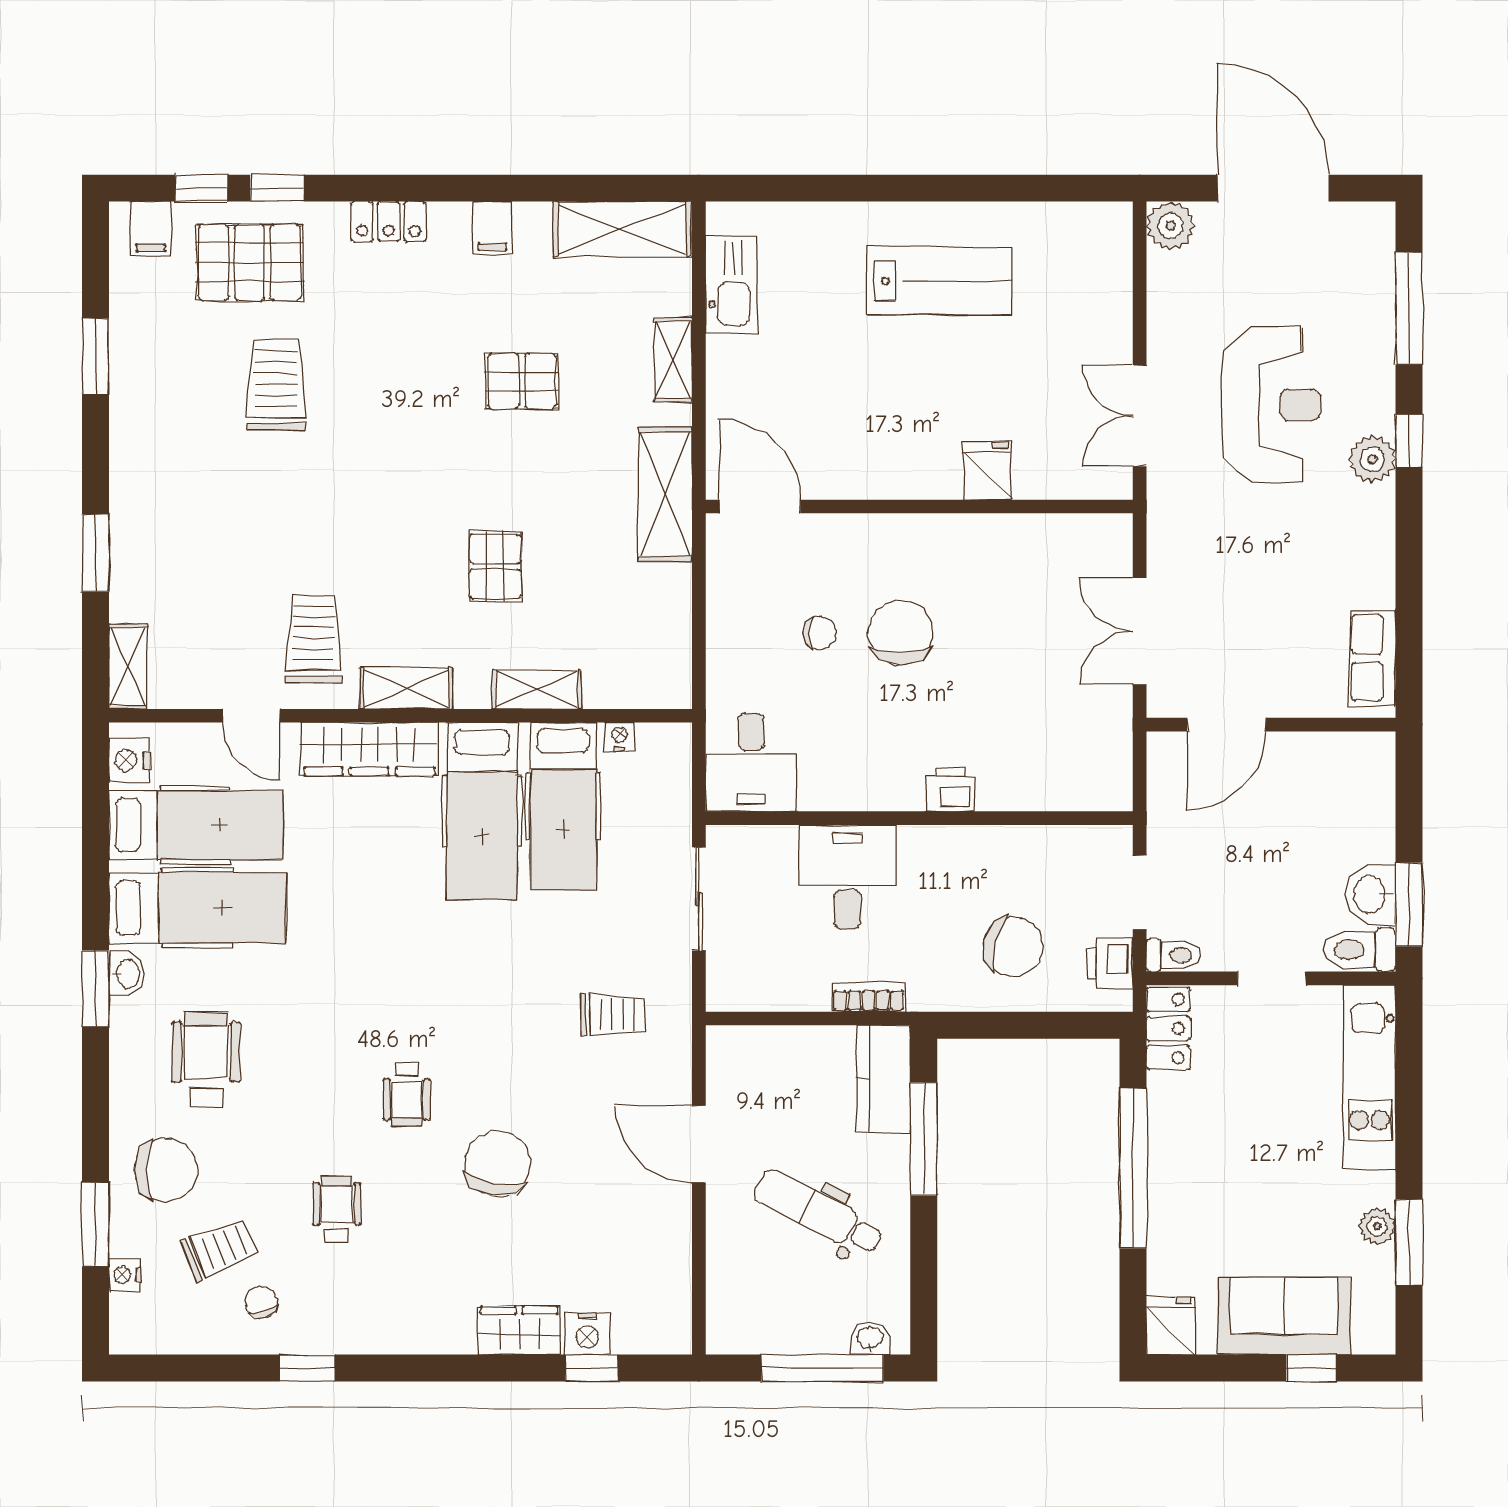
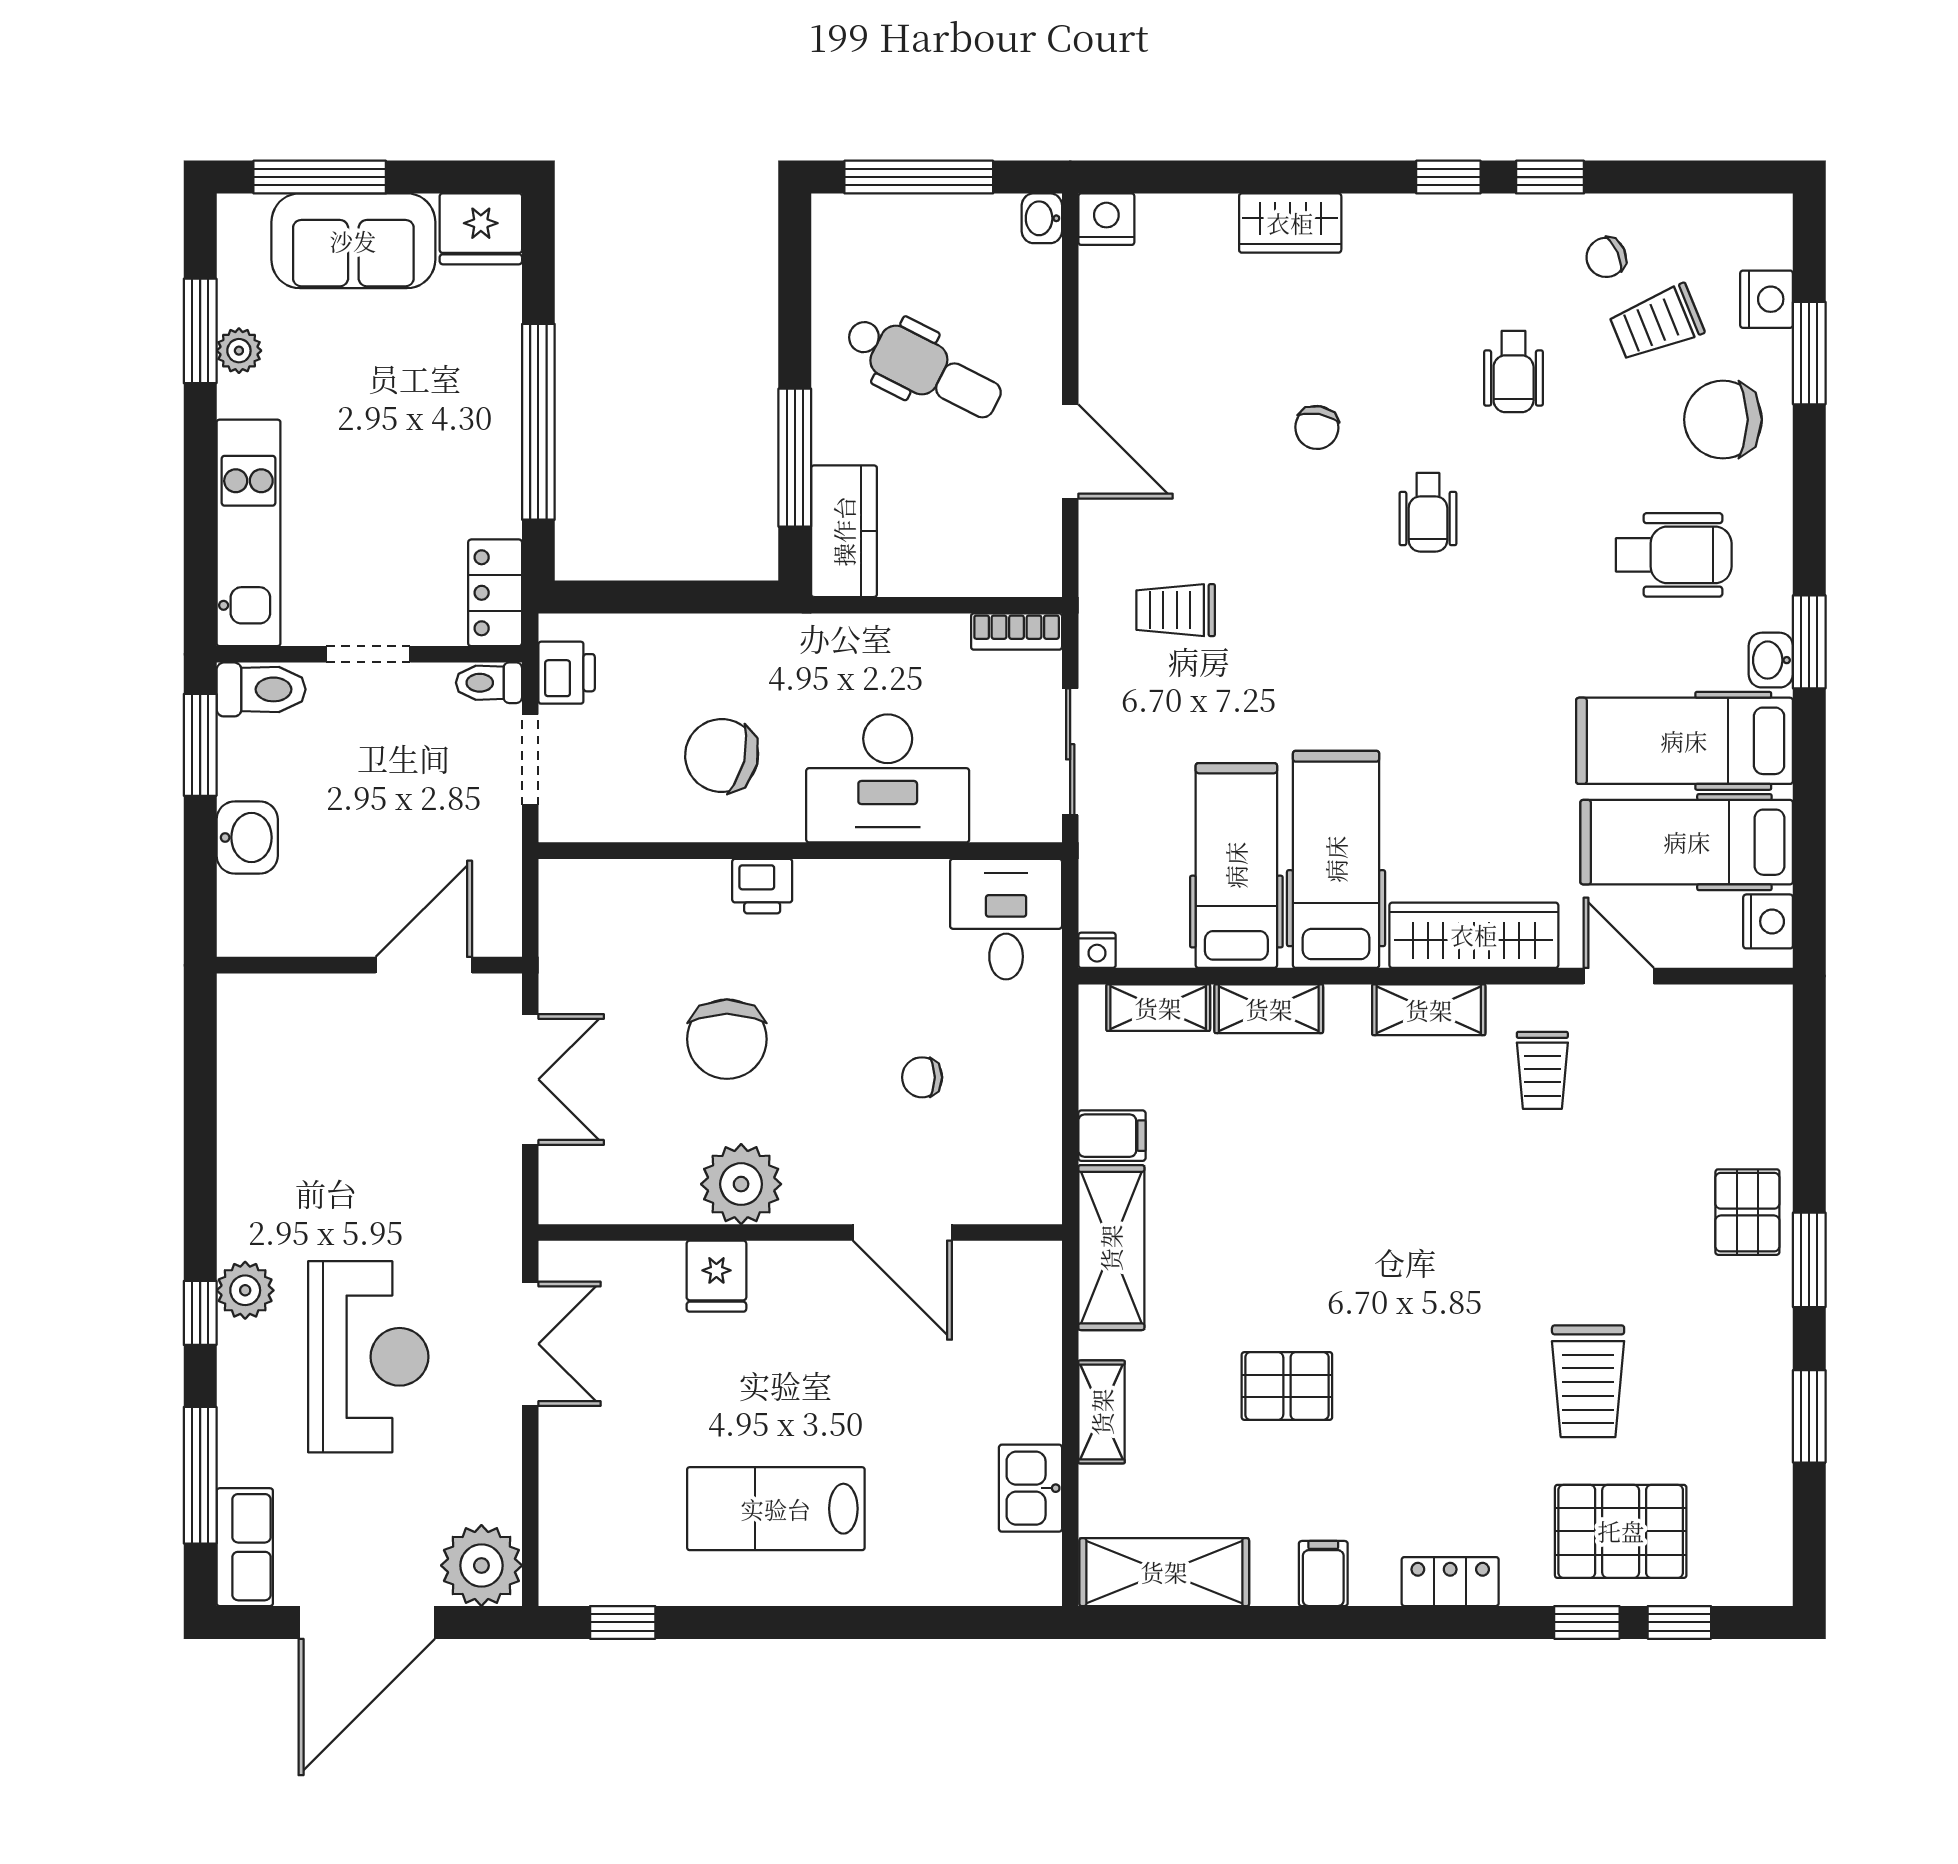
window: (1064, 188) -> (623, 1622), added
door: (1273, 188) -> (367, 1622), hinge flipped
plant: (1171, 226) -> (481, 1565), width x1.36, depth x1.36
filing cabinet: (151, 229) -> (1112, 1136), moved, turned 90
kitchen sink: (731, 284) -> (1030, 1488), width x0.73
reception desk: (1272, 405) -> (368, 1357), turned 180
door: (760, 506) -> (902, 1232), moved
plant: (967, 546) -> (741, 1184), added
window: (96, 553) -> (1809, 1260), moved
pallet: (495, 566) -> (1747, 1212), moved
chair: (901, 633) -> (727, 1039), moved
trolley: (313, 639) -> (1542, 1070), width x0.73, depth x0.72
row of seats: (1373, 658) -> (245, 1547), moved
shelving: (128, 667) -> (1158, 1008), moved, turned 90
nightstand: (620, 737) -> (1097, 950), moved
desk: (848, 877) -> (888, 778), width x1.37
washbasin: (1371, 895) -> (247, 837), moved
chair: (1013, 947) -> (722, 756), moved
bookcase: (869, 997) -> (1017, 632), moved
wheelchair: (206, 1060) -> (1674, 555), turned -90
wheelchair: (407, 1094) -> (1428, 512), turned 180
chair: (497, 1164) -> (1317, 427), width x0.54, depth x0.54
nightstand: (125, 1275) -> (1767, 299), width x1.39, depth x1.35
chair: (261, 1302) -> (1606, 257), turned 83
fridge: (1171, 1326) -> (481, 229), width x1.38
nightstand: (587, 1334) -> (1106, 219), moved
washbasin: (870, 1338) -> (1042, 218), moved, turned 90
window: (592, 1368) -> (1448, 177), moved
window: (1311, 1368) -> (320, 177), width x2.17

